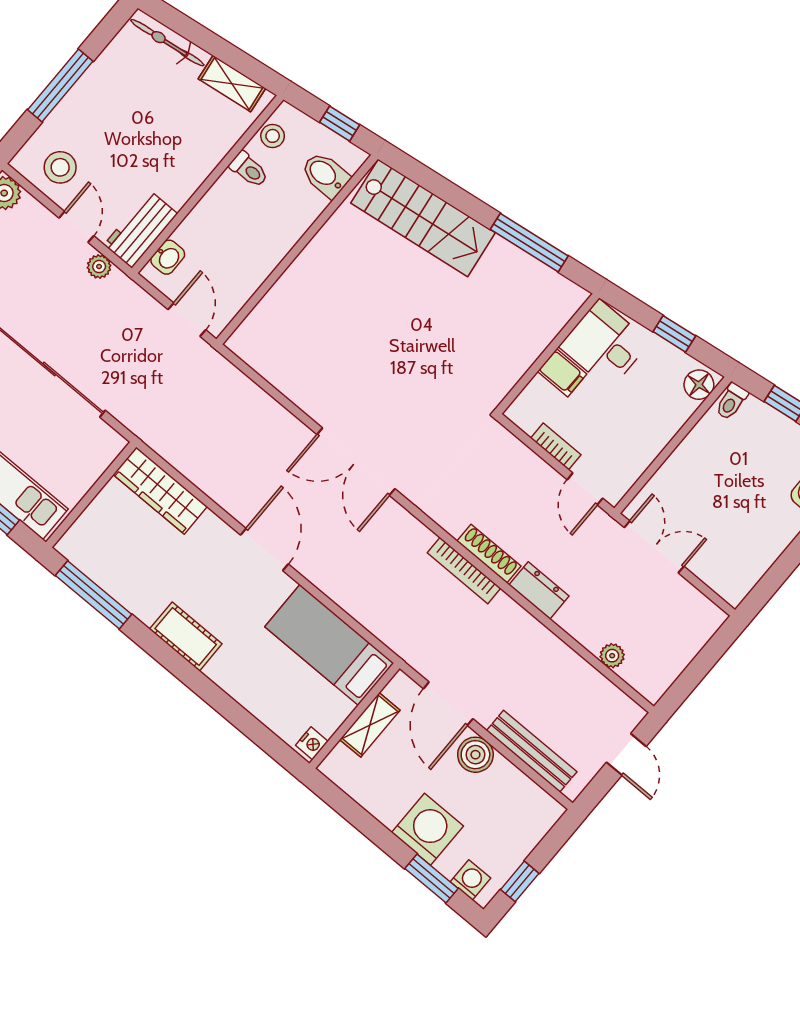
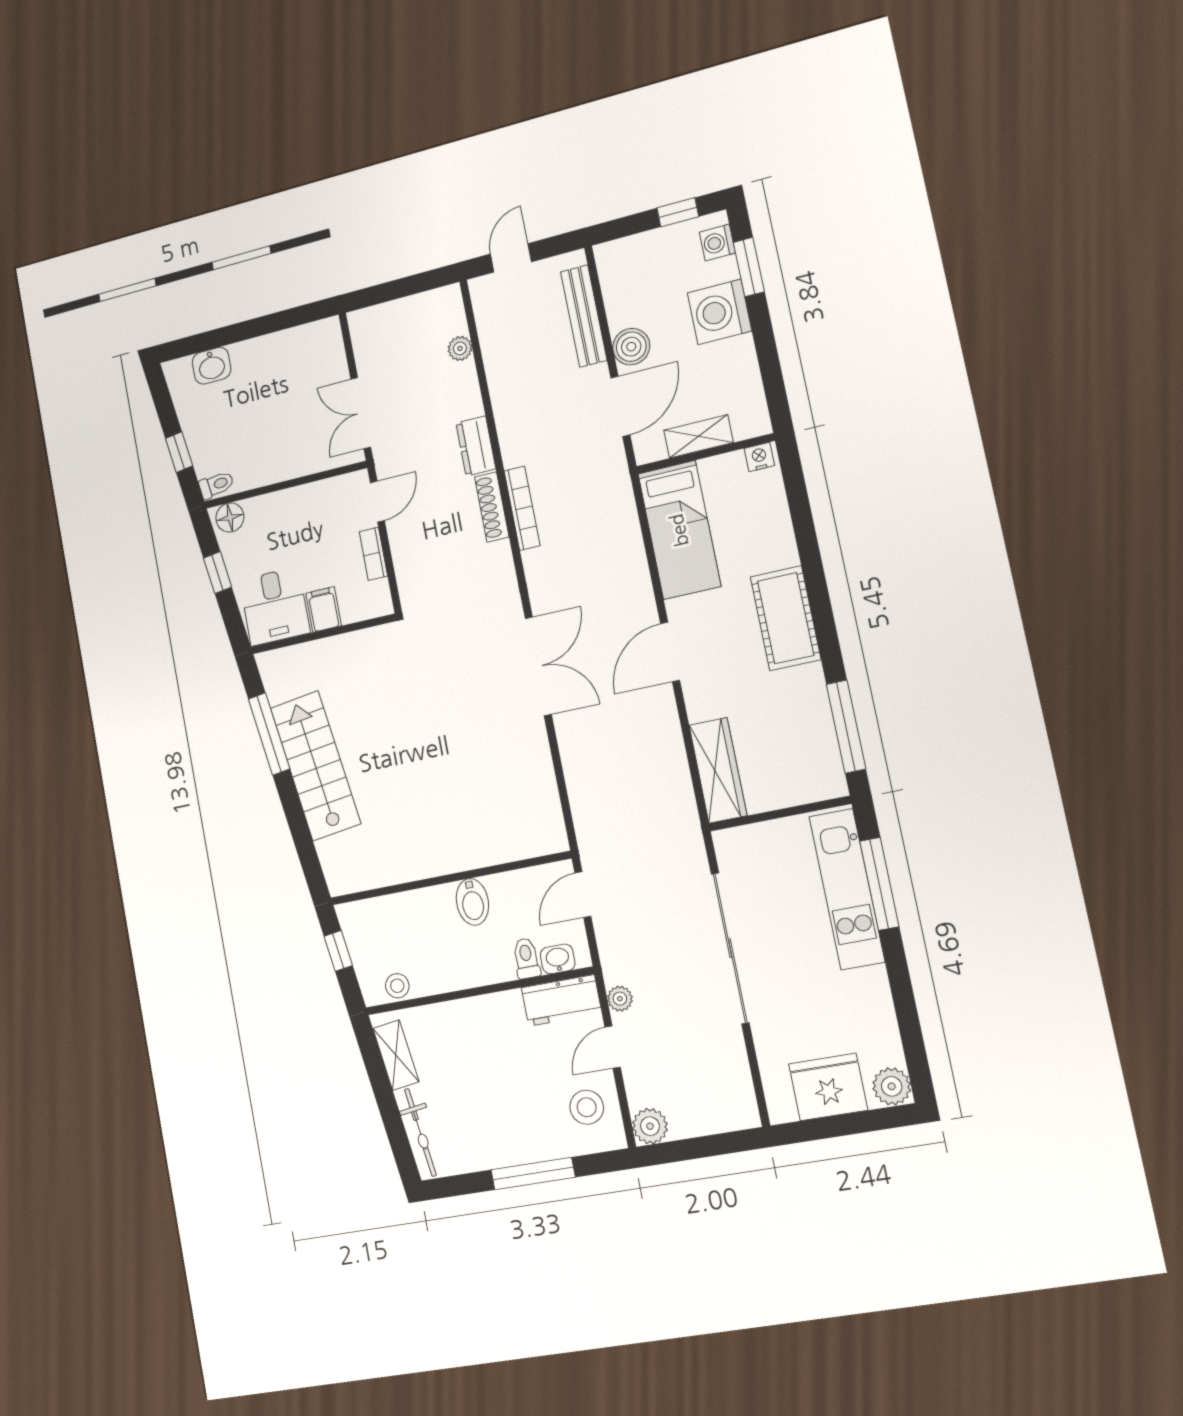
toilet: (249, 170) -> (526, 958), moved
bidet: (325, 175) -> (472, 902), moved
stairs: (423, 218) -> (315, 766), moved
cot: (186, 637) -> (786, 618), width x1.37, depth x1.34

